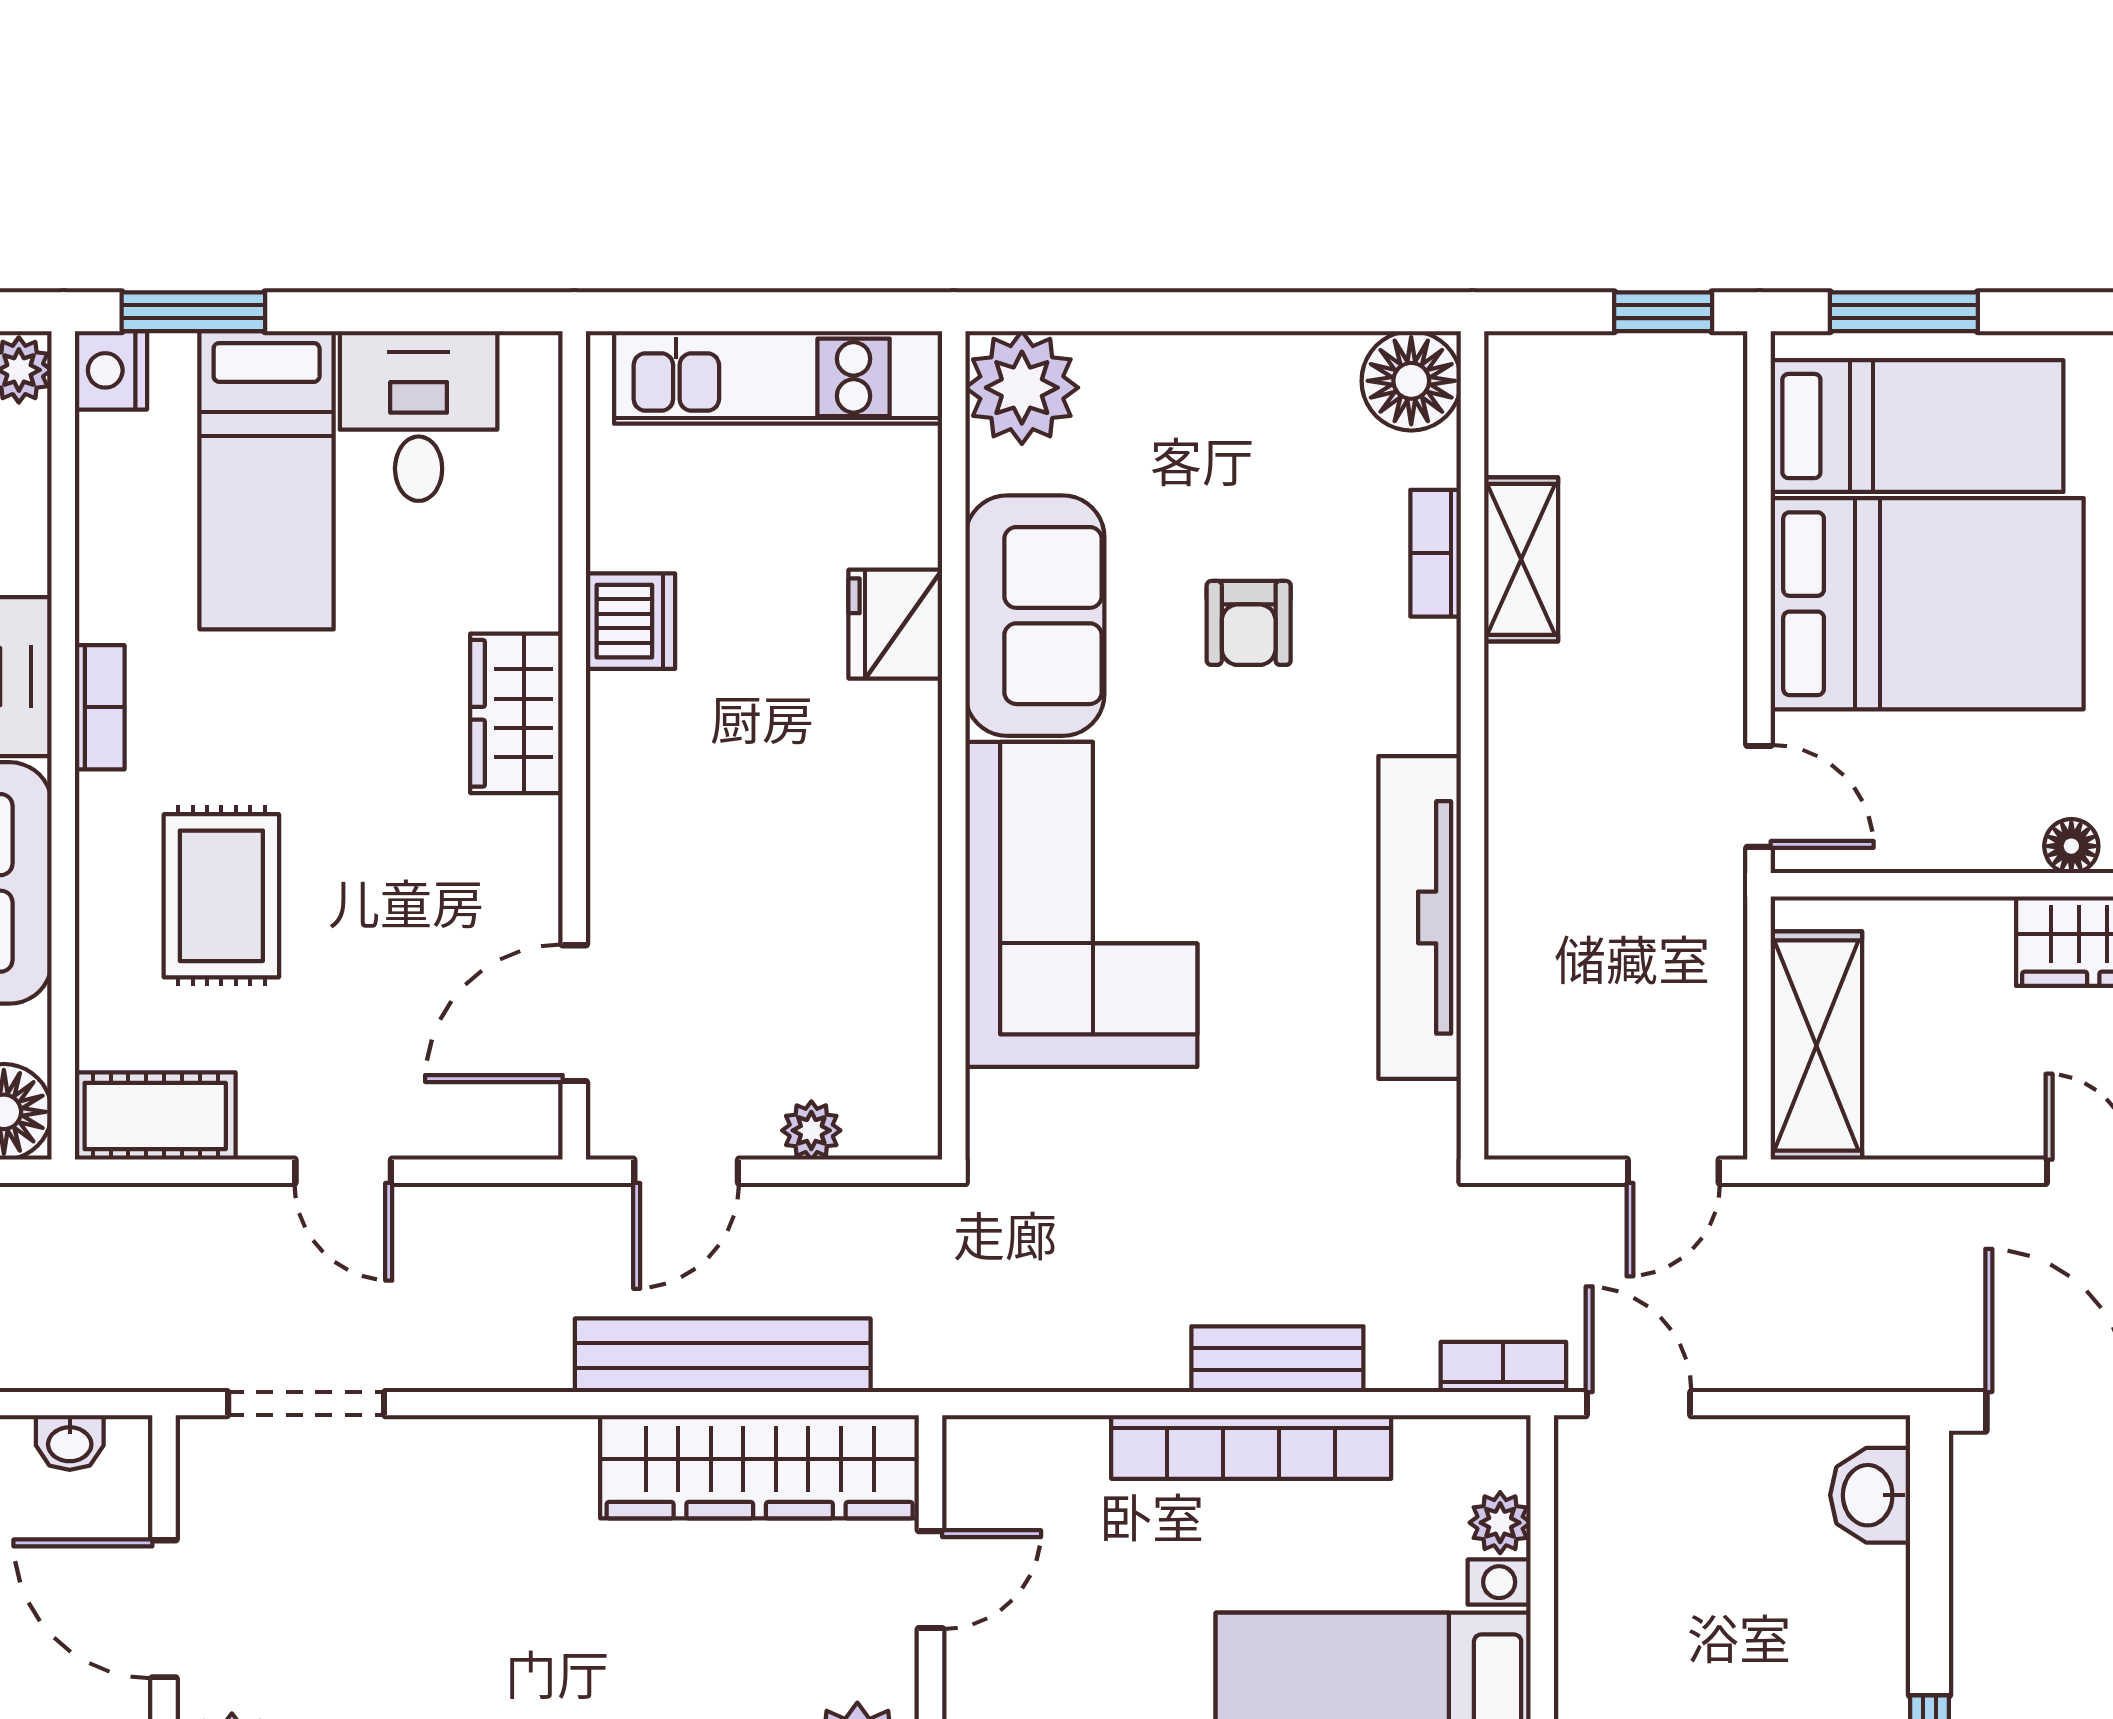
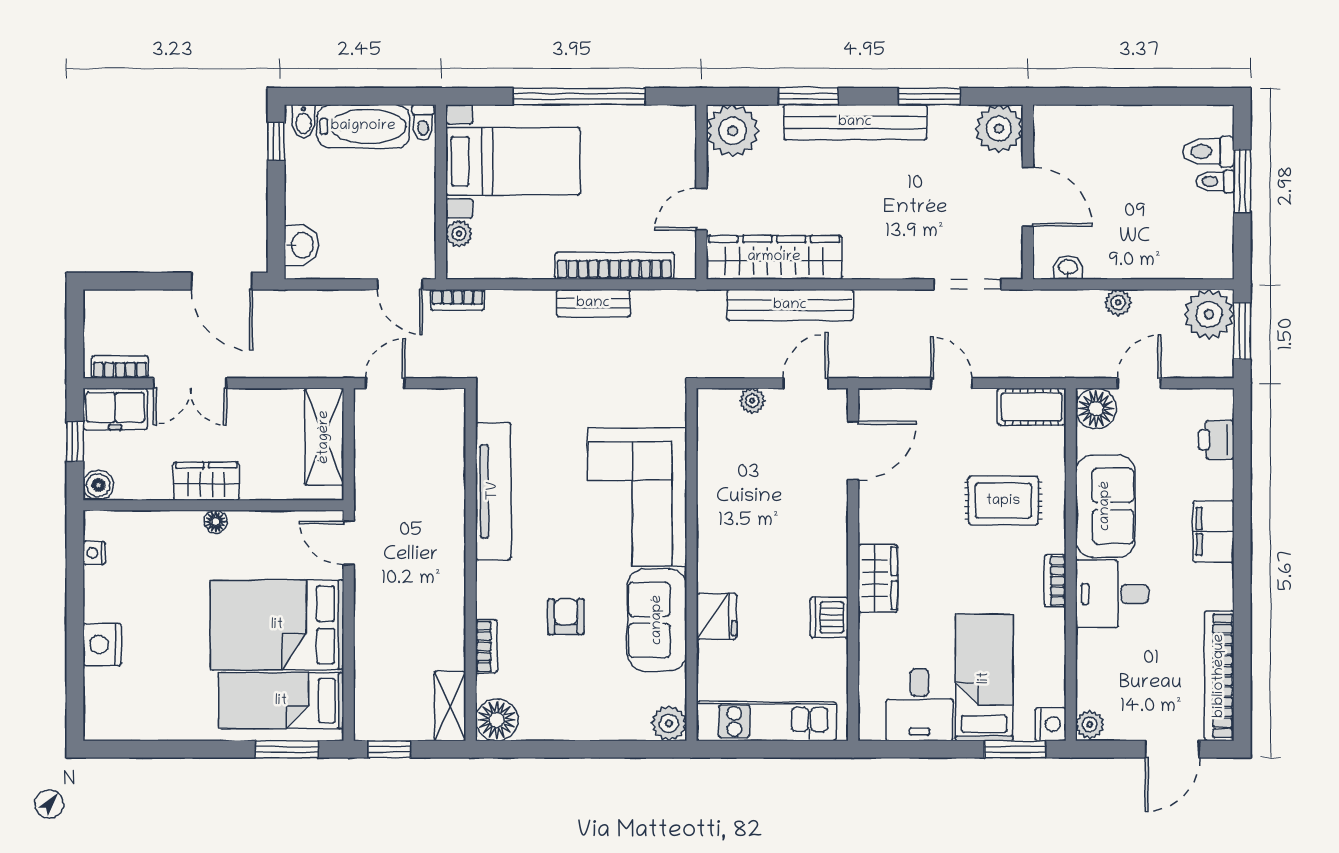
plant: (1022, 388) -> (669, 723), width x0.73, depth x0.73
shelving: (1521, 559) -> (450, 706), moved
rug: (221, 896) -> (1003, 501), turned 90
bench: (1277, 1359) -> (593, 303), moved
bookcase: (1251, 1447) -> (614, 266), moved

